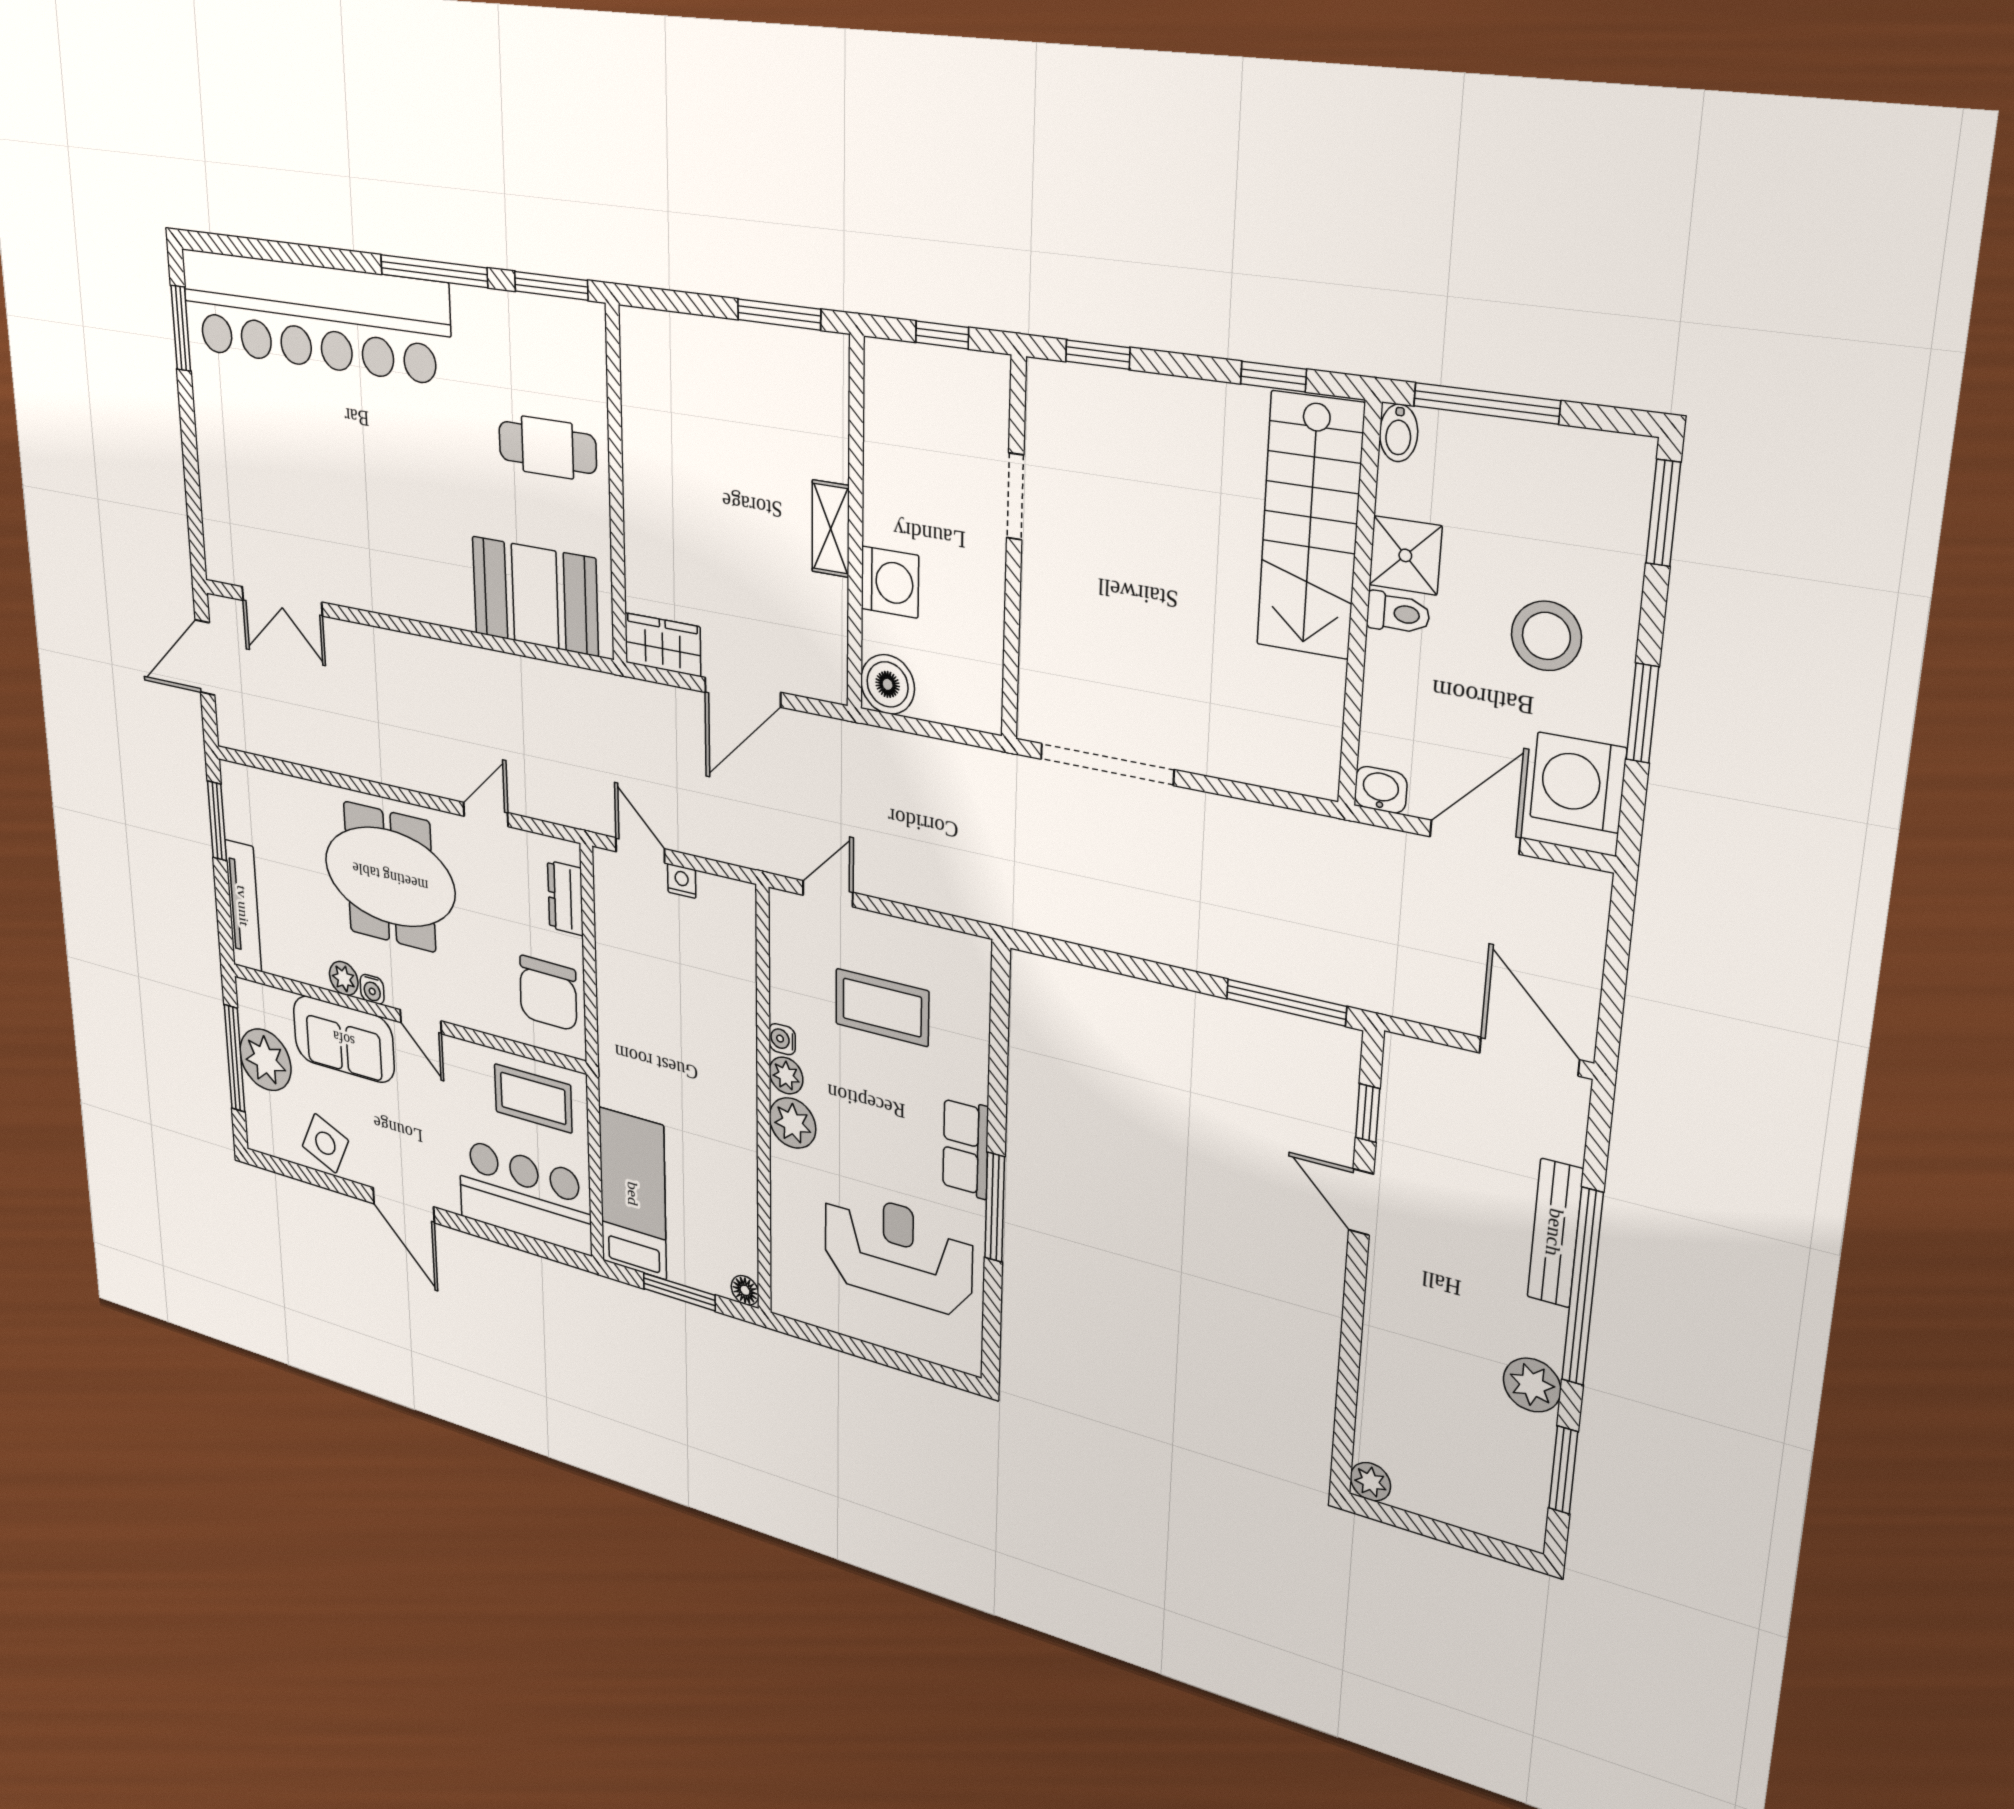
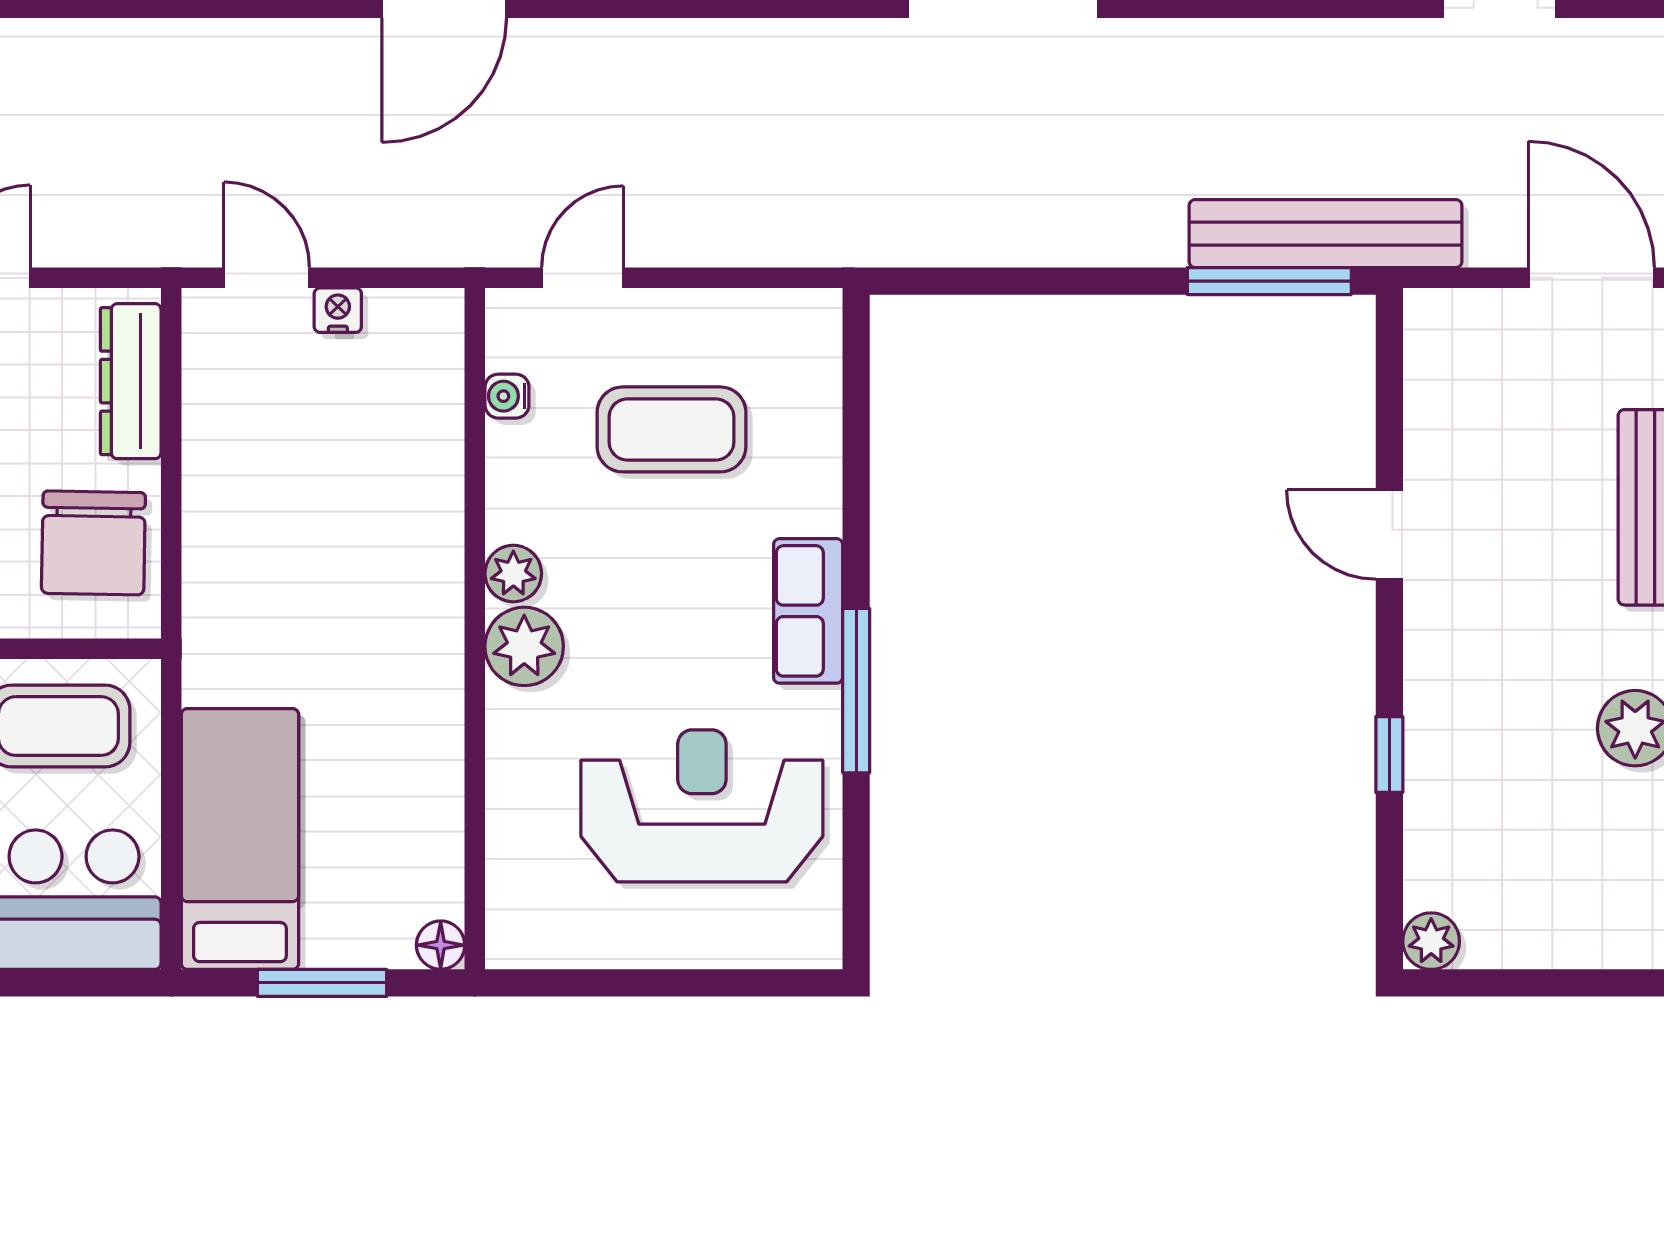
dresser: (565, 898) -> (131, 381), width x1.44
bench: (1329, 978) -> (1326, 234), added
water cooler: (782, 1039) -> (507, 396), moved
window: (1368, 1113) -> (1389, 755), moved

